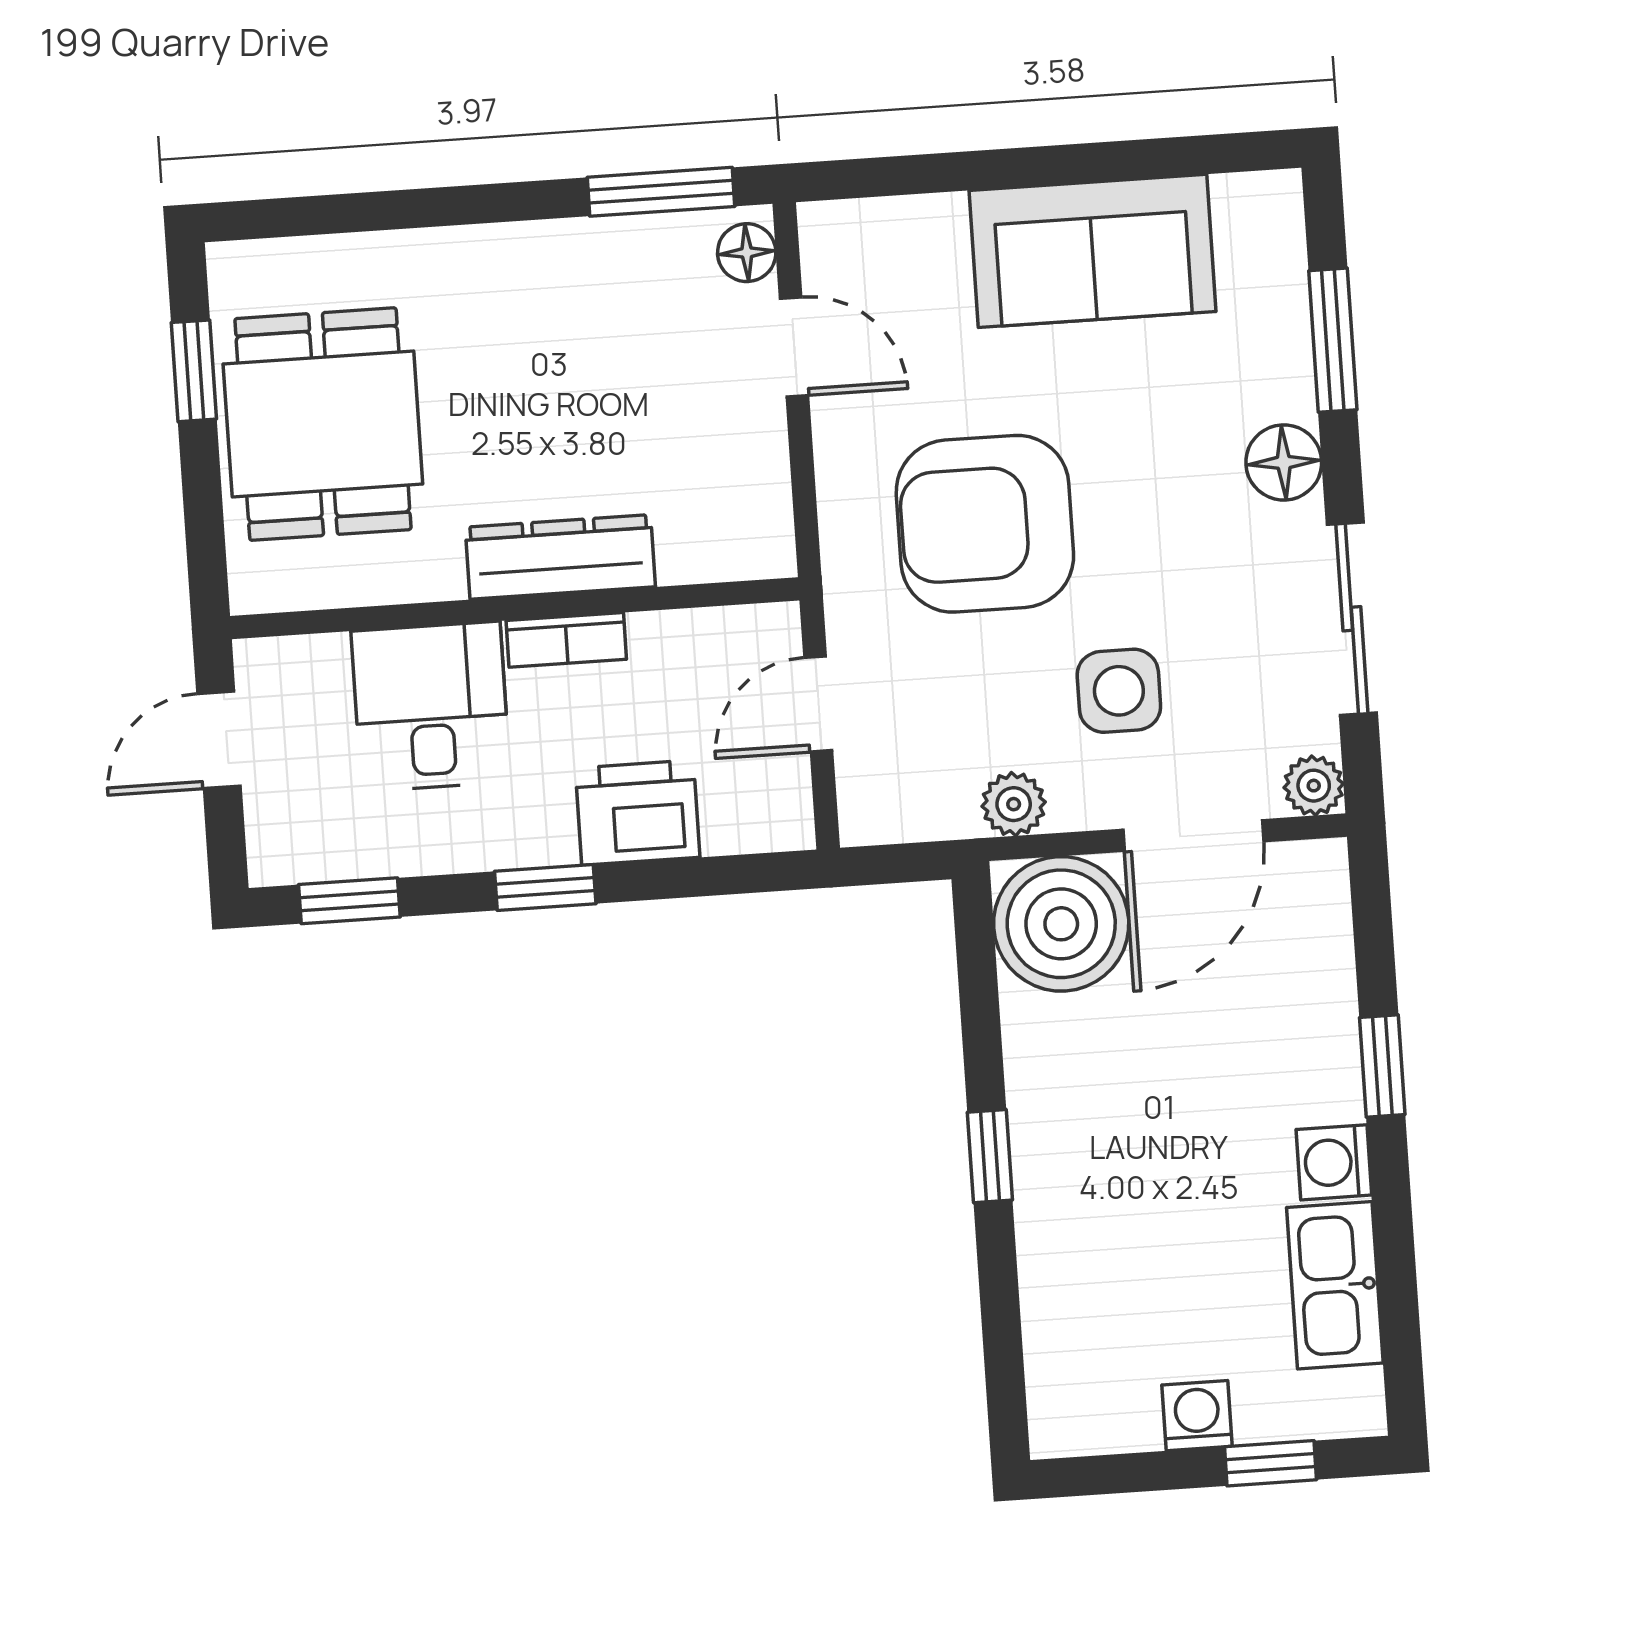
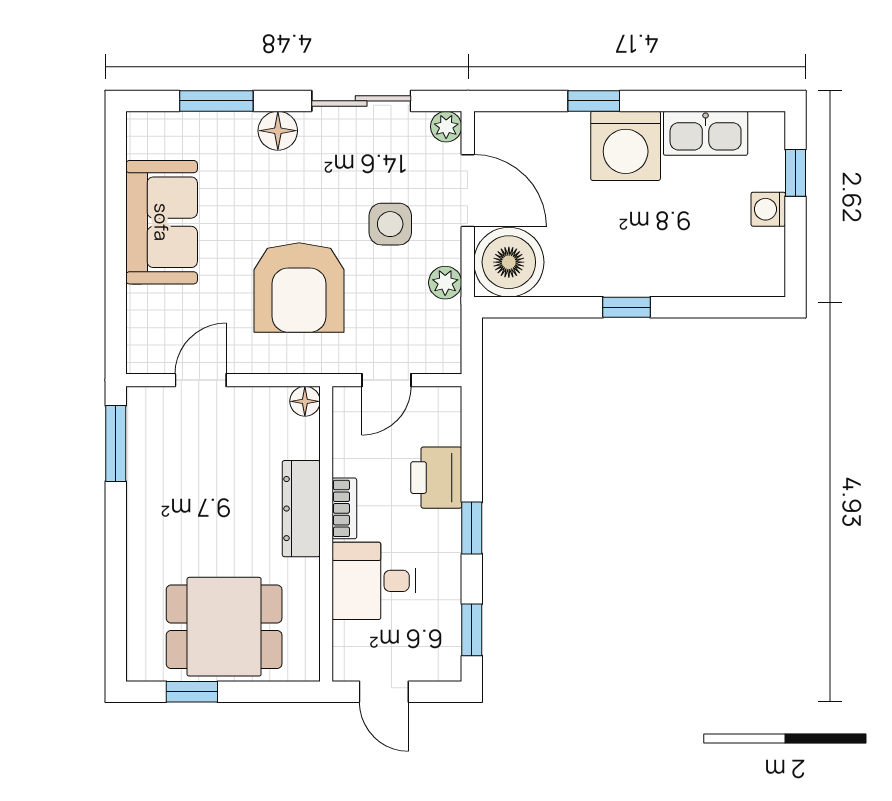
floor lamp: (747, 253) -> (305, 401), moved
door: (818, 704) -> (386, 380), hinge flipped
washing machine: (1334, 1162) -> (626, 146), width x1.89, depth x1.89

